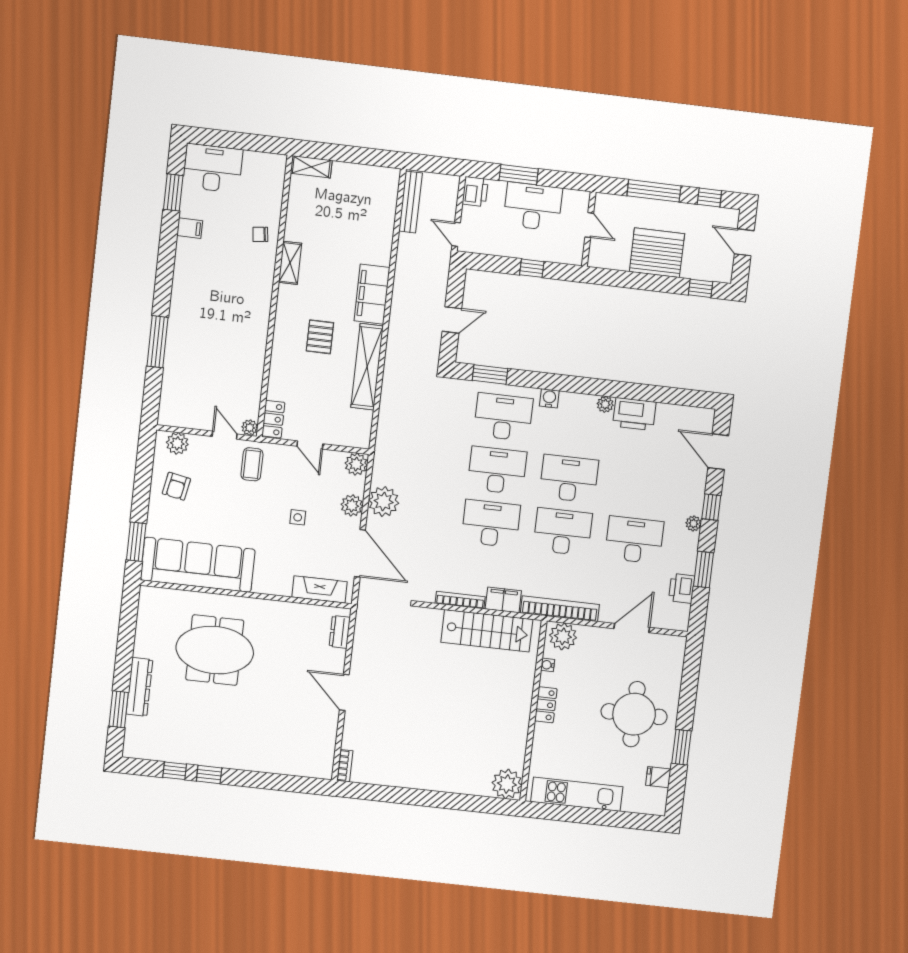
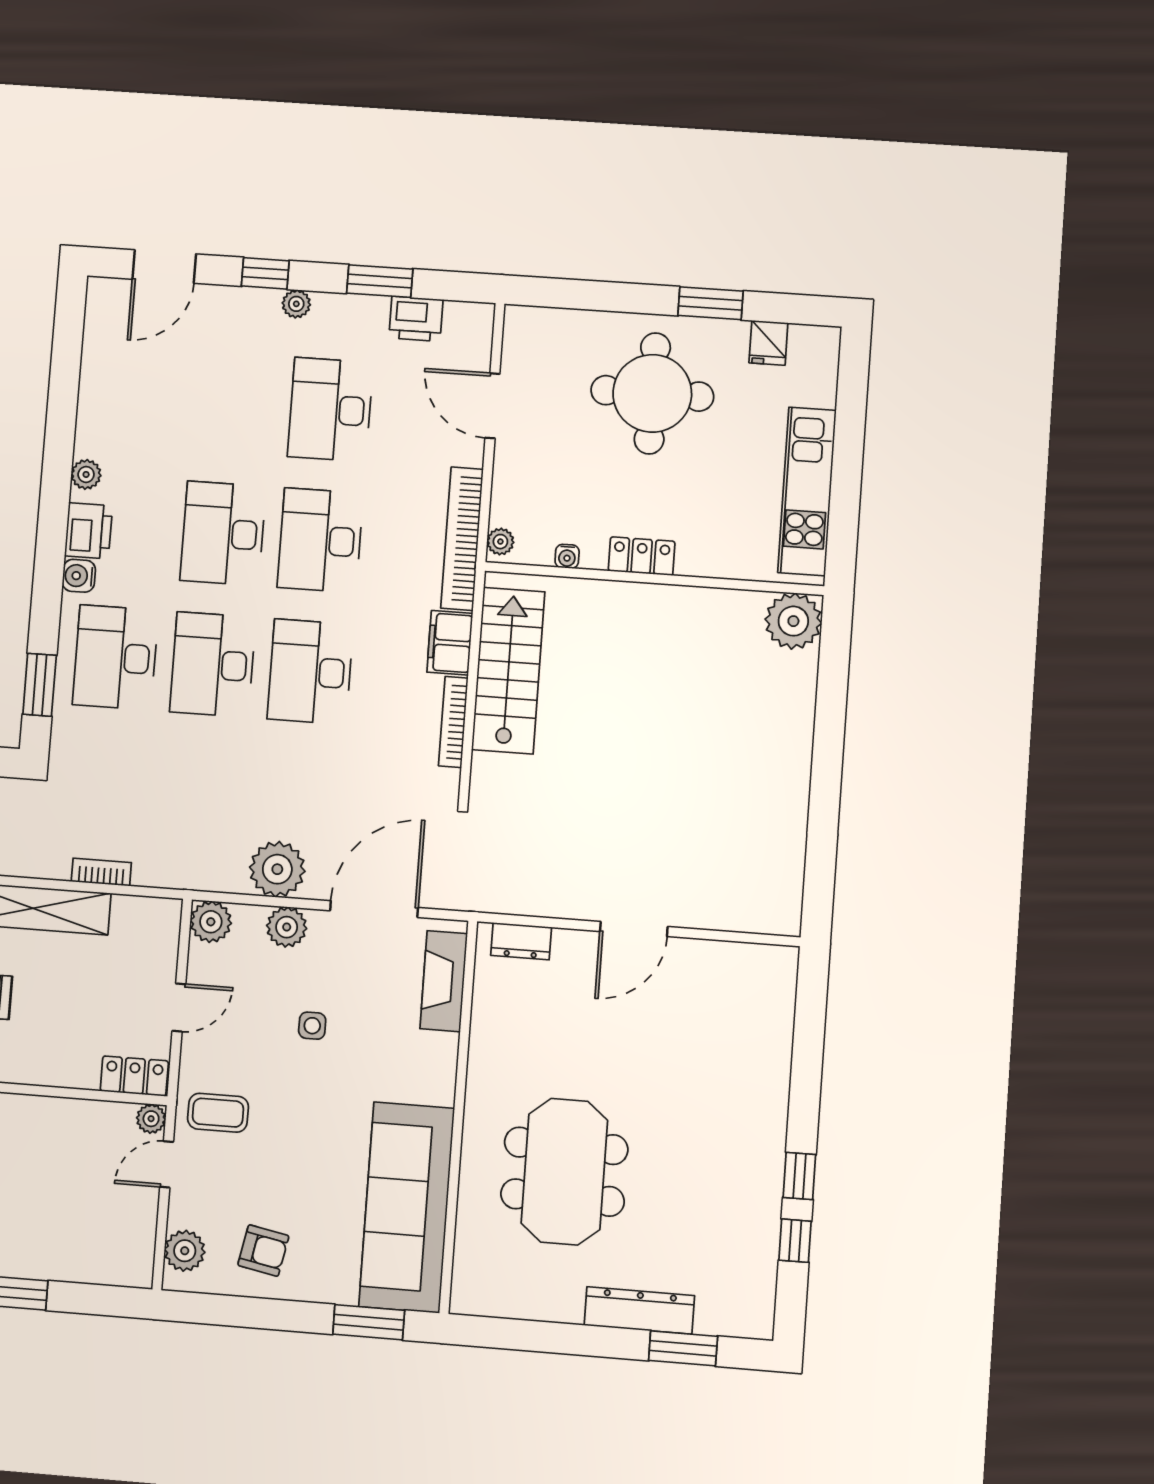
printer: (634, 414) -> (88, 531), moved, width x0.73, depth x0.84
plant: (563, 636) -> (500, 542), width x0.53, depth x0.53
bookcase: (345, 766) -> (101, 872), moved

